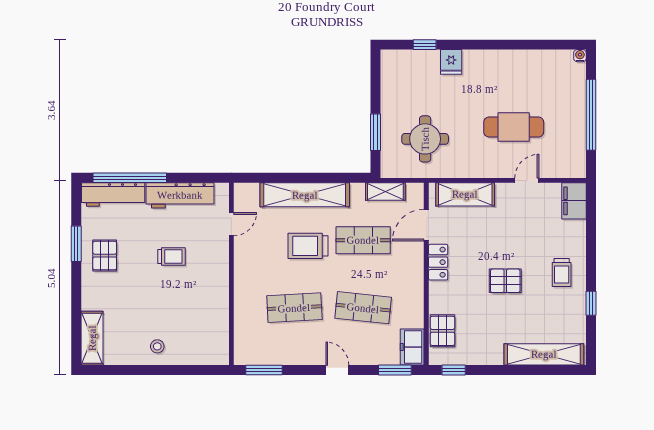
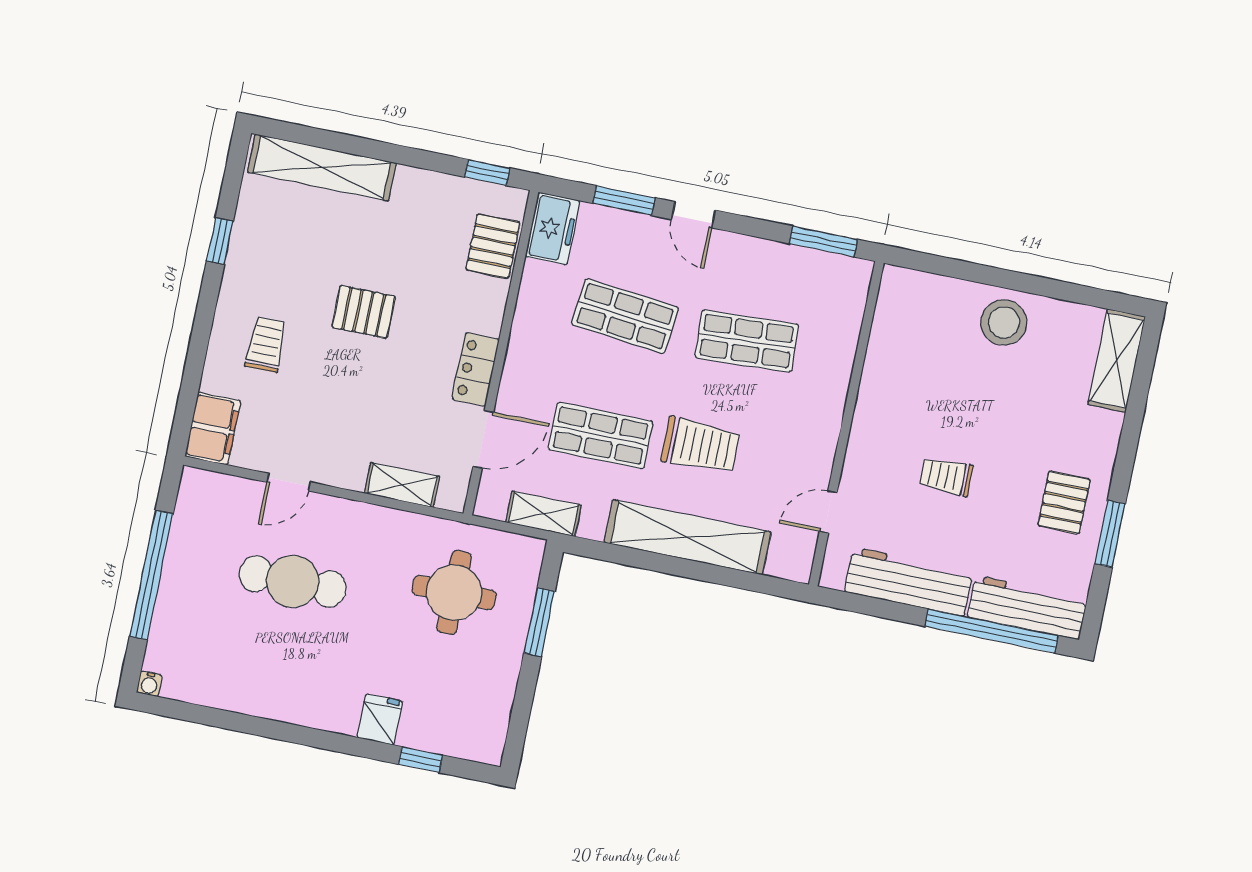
shelving: (465, 194) -> (402, 485), width x0.67, depth x0.75
trolley: (562, 273) -> (266, 345), moved
stool: (157, 346) -> (1004, 322), width x1.89, depth x1.89
window: (395, 370) -> (624, 201), moved

